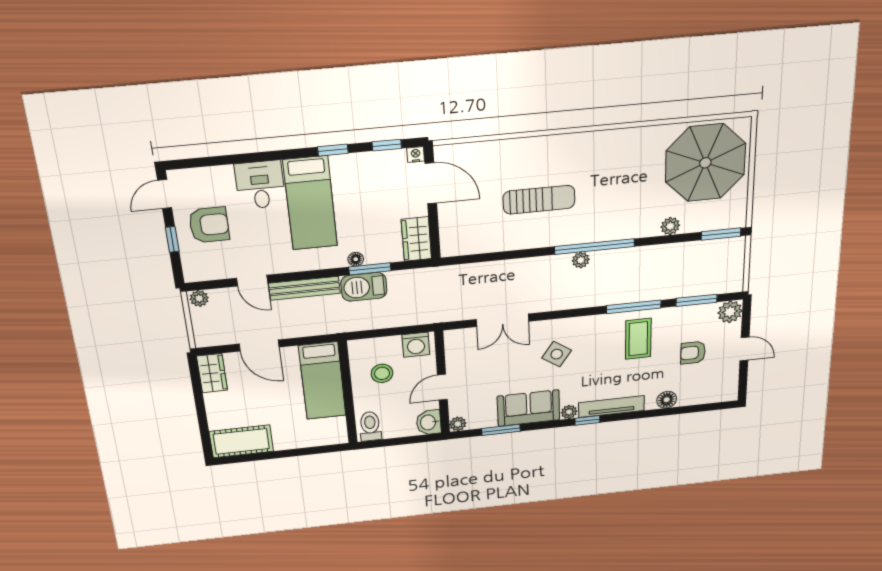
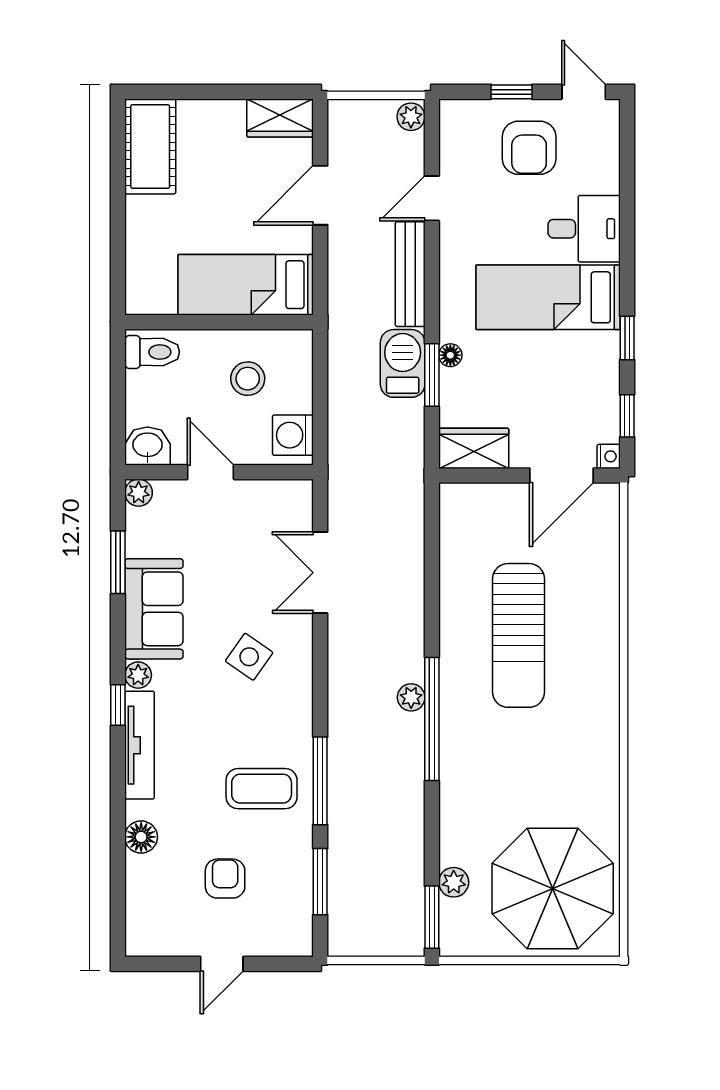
sun lounger: (539, 200) -> (519, 635), width x1.36, depth x1.34
plant: (670, 226) -> (454, 882), moved
plant: (730, 312) -> (293, 937), removed

